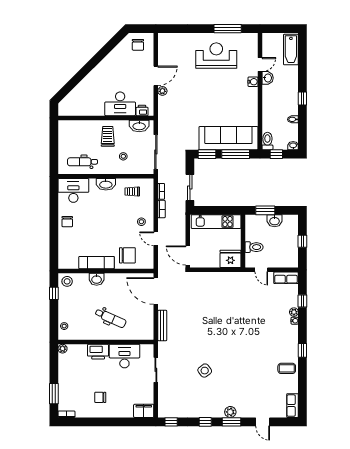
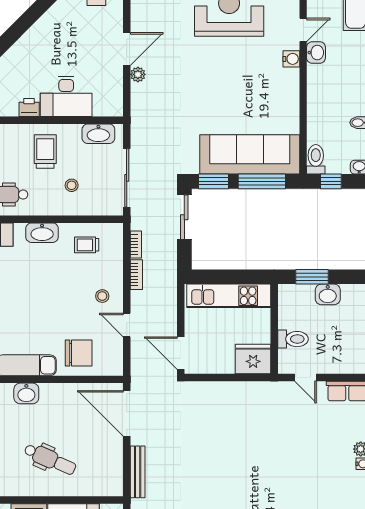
printer: (142, 110) -> (29, 108), moved
sliding door: (190, 187) -> (184, 217), moved

